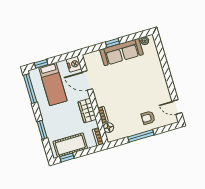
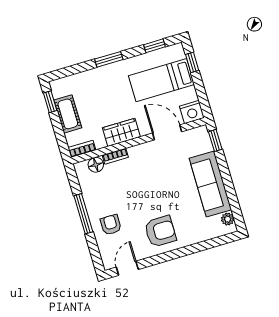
window: (112, 43) -> (215, 140), moved
door: (87, 80) -> (167, 132), hinge flipped
armchair: (153, 85) -> (160, 231), added
window: (30, 89) -> (155, 46), width x0.46
window: (42, 130) -> (109, 59), moved
cot: (70, 145) -> (68, 114), width x0.73, depth x0.75

